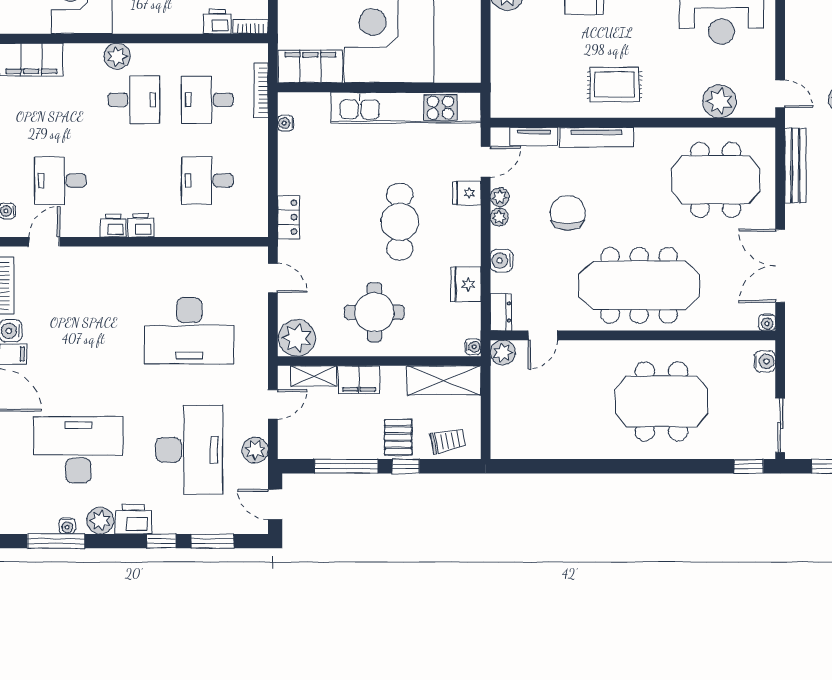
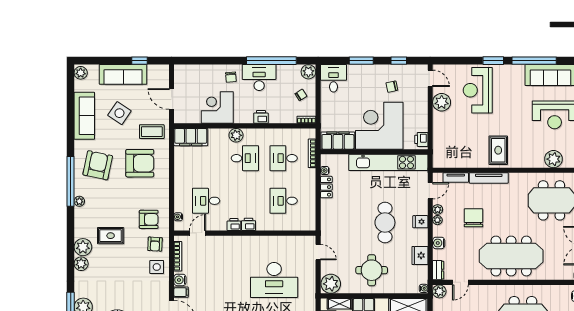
printer: (217, 21) -> (261, 117), moved
printer: (469, 64) -> (421, 139), added
rug: (615, 85) -> (498, 150), turned 90
fridge: (467, 193) -> (420, 222), moved
locker: (288, 217) -> (326, 187), moved

